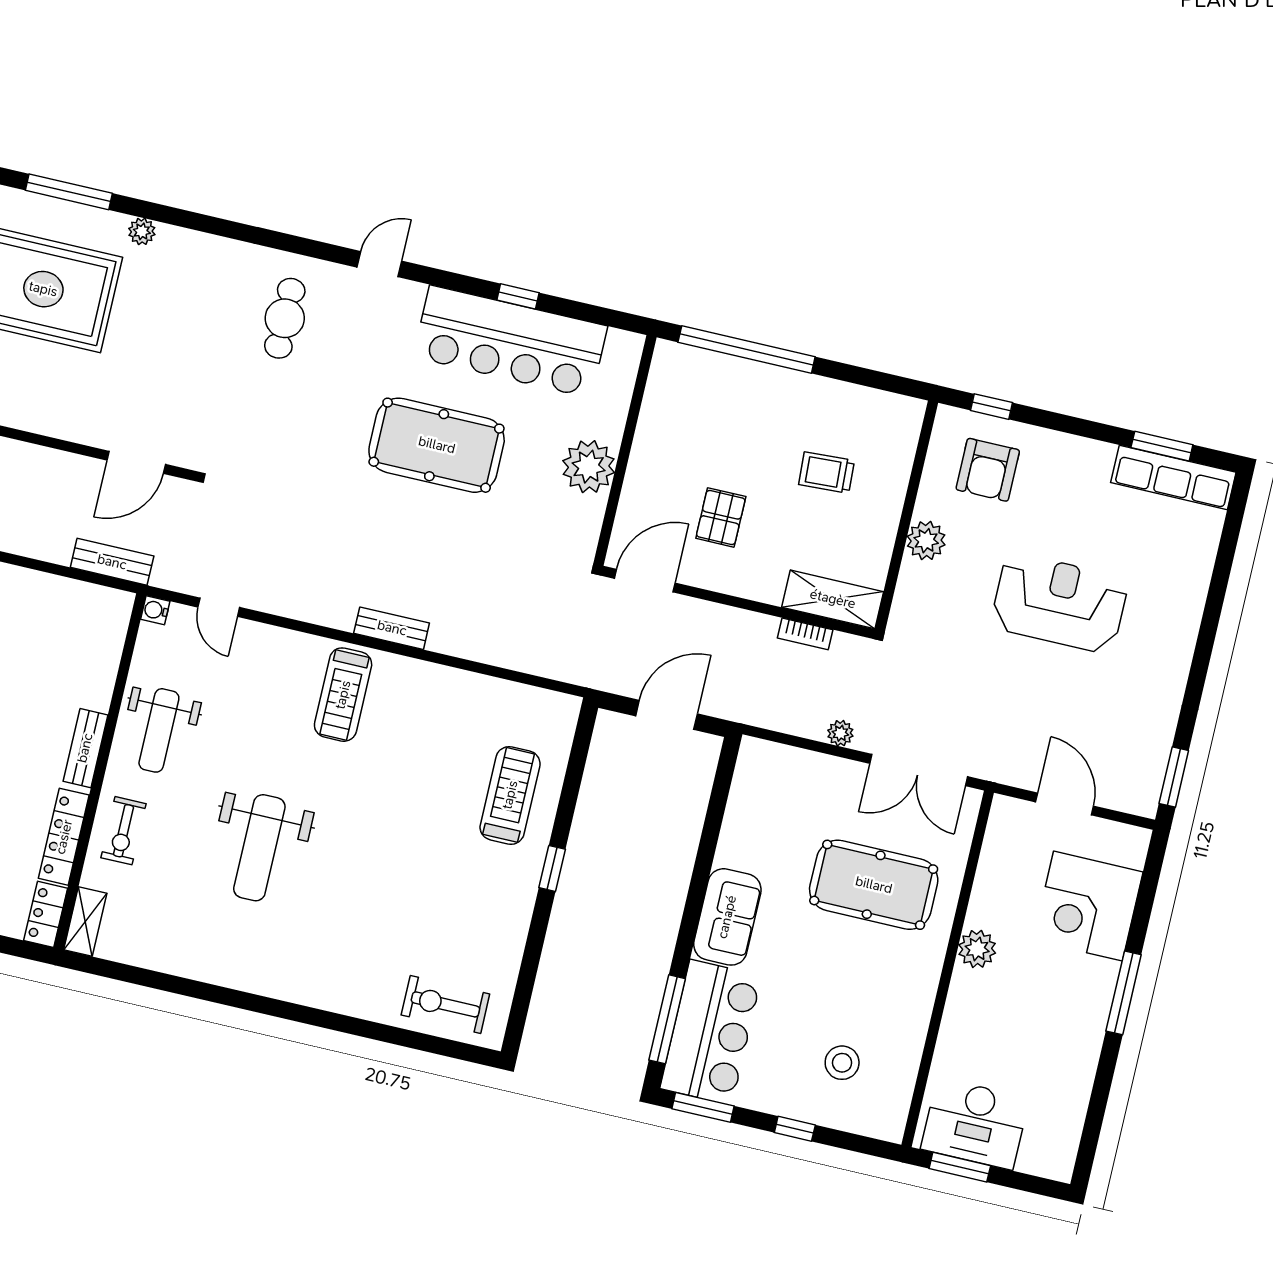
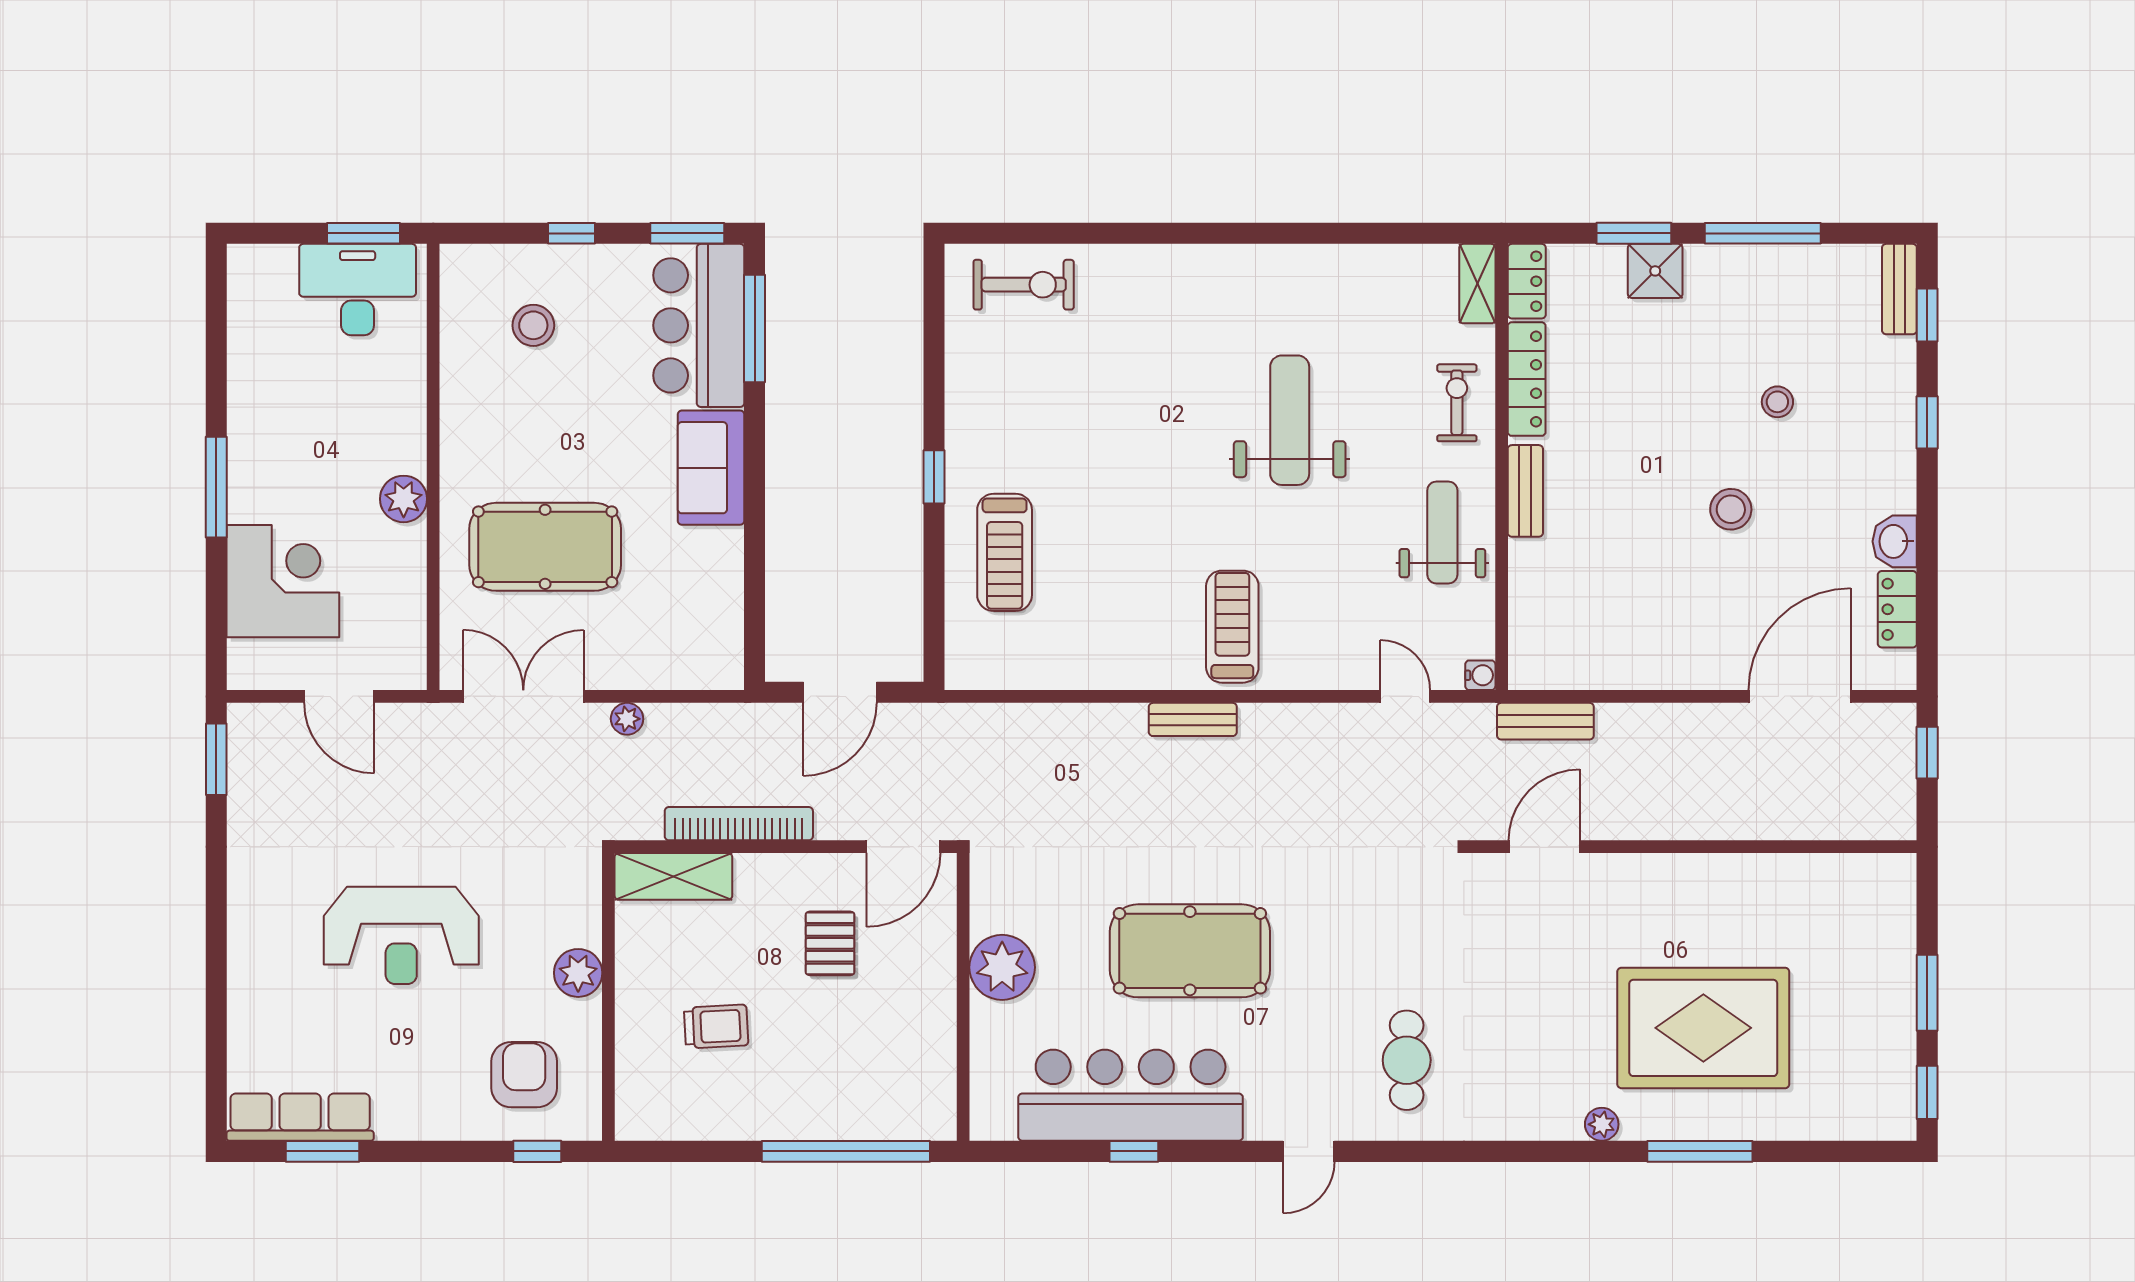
bookcase: (805, 634) -> (739, 824), width x2.31, depth x1.31

